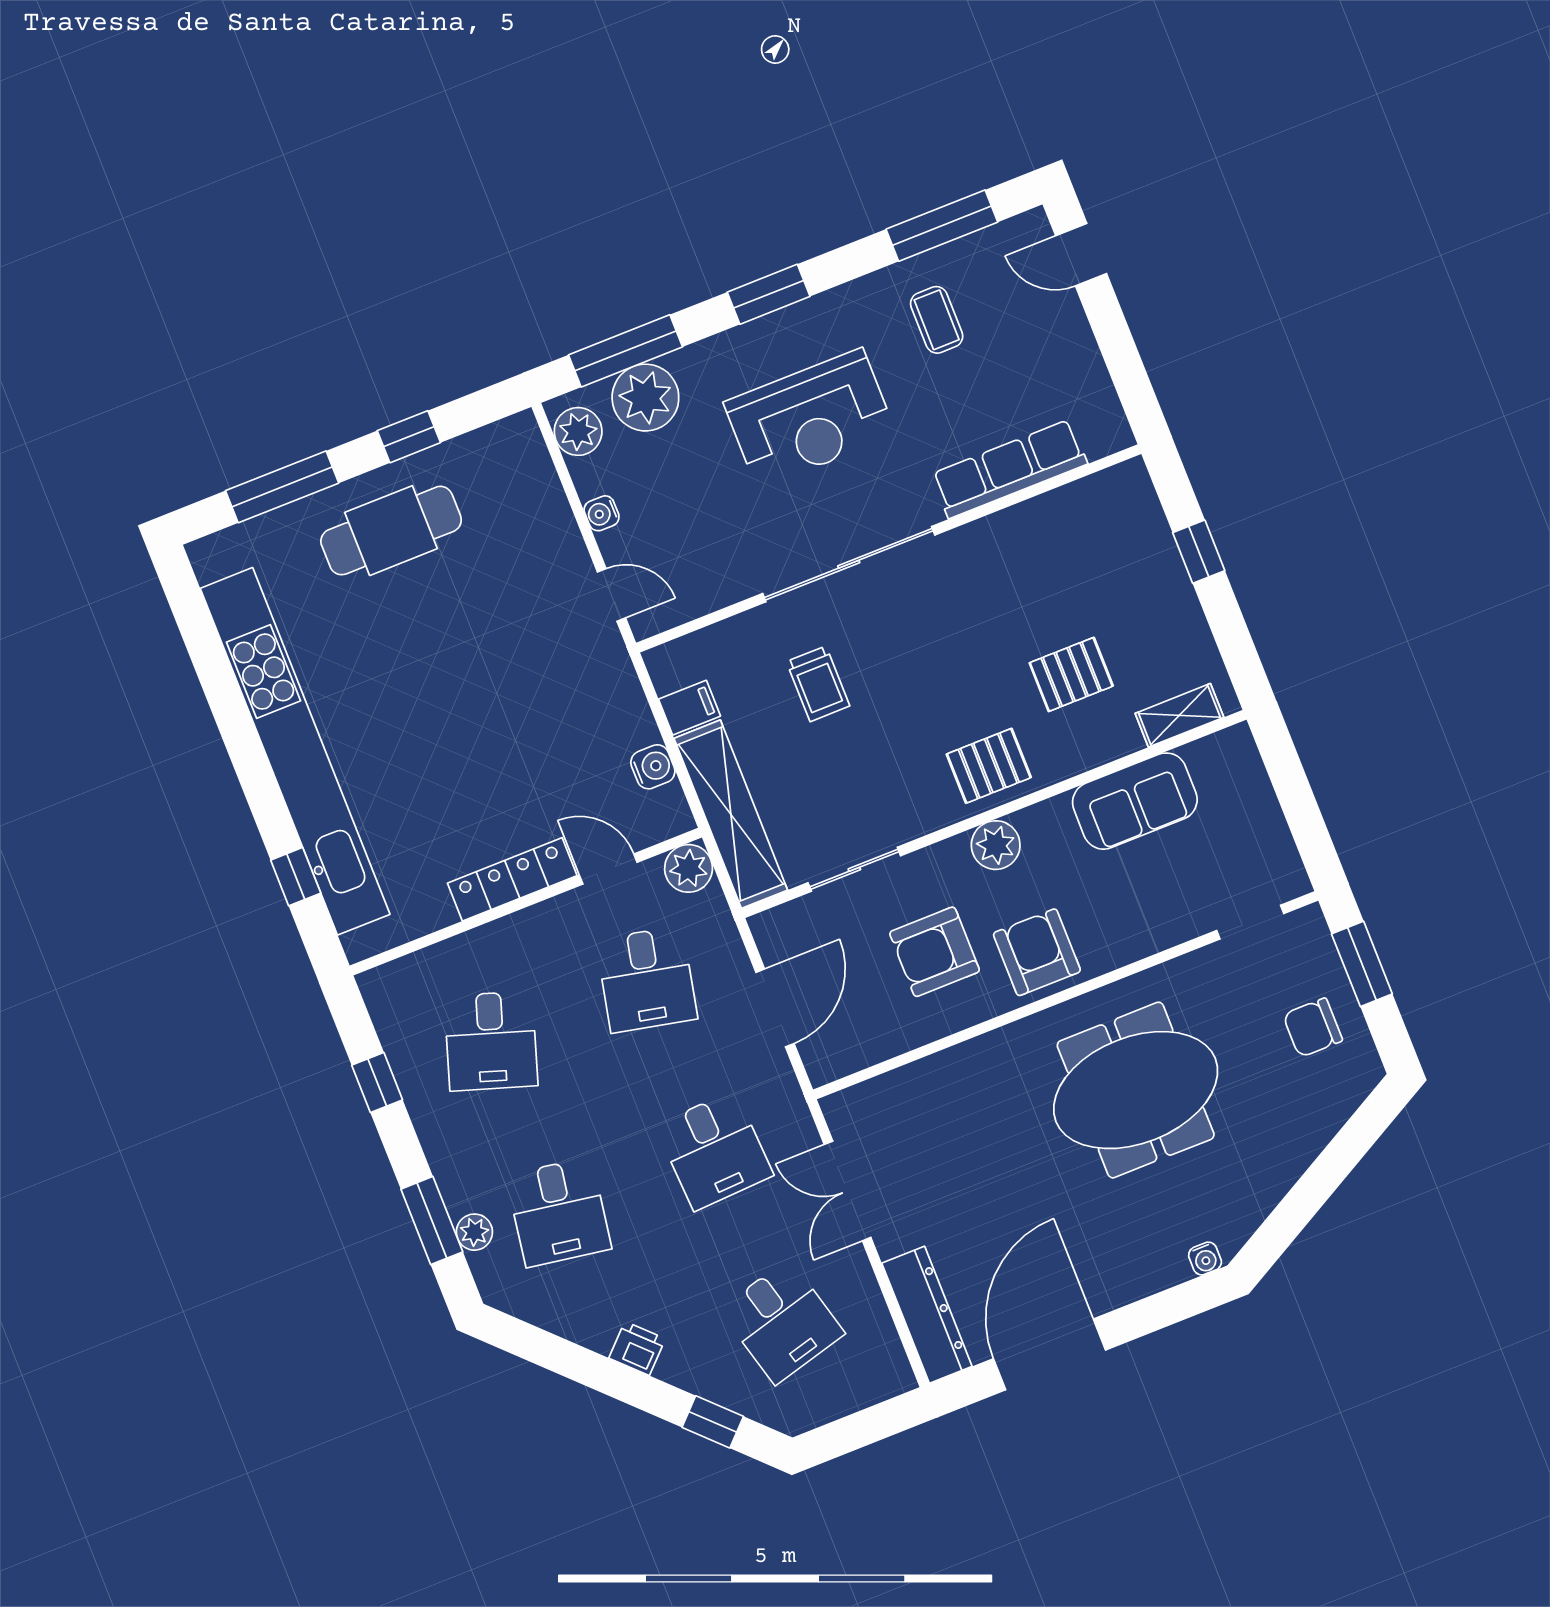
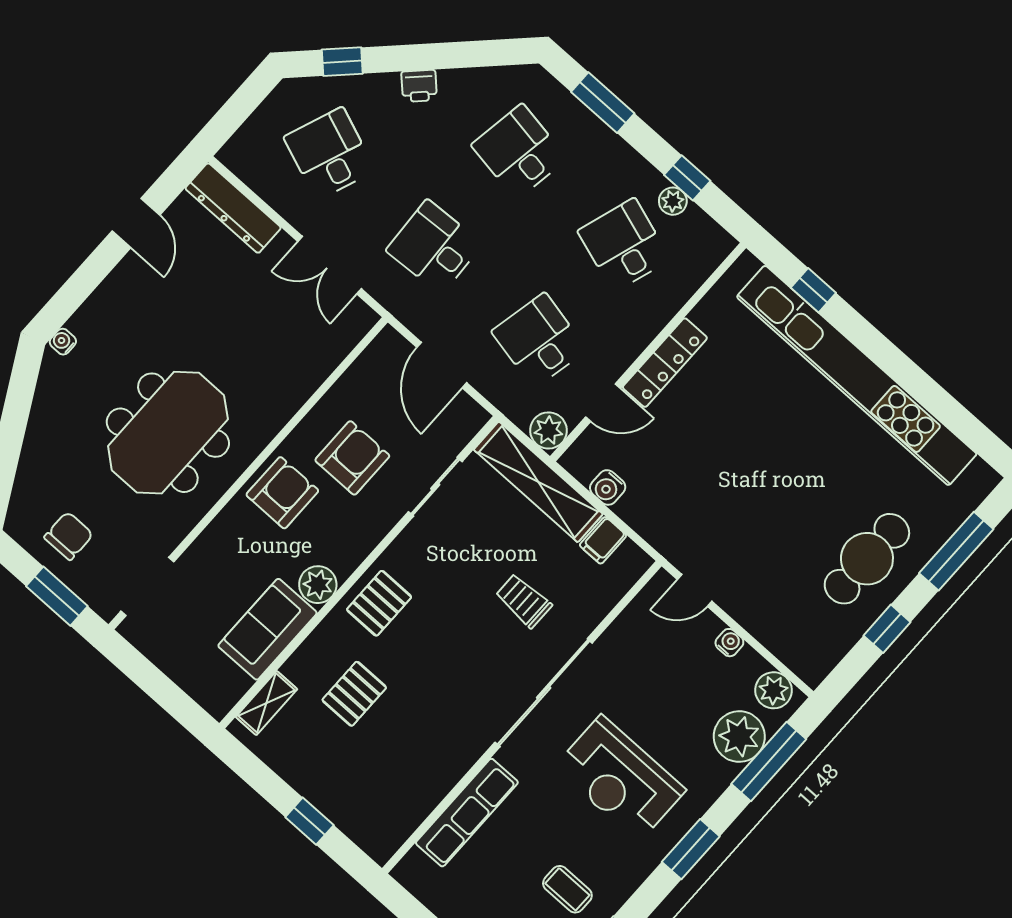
reception desk: (810, 419) -> (620, 779), turned -90
plant: (996, 845) -> (318, 585), moved
doorway: (1250, 922) -> (147, 586), width x1.38
armchair: (1037, 952) -> (282, 493), turned -90
double door: (848, 1191) -> (330, 265), swing flipped
plant: (474, 1232) -> (673, 201), moved
desk: (782, 1322) -> (329, 154), turned 36
door: (1050, 1354) -> (136, 223), width x0.53

